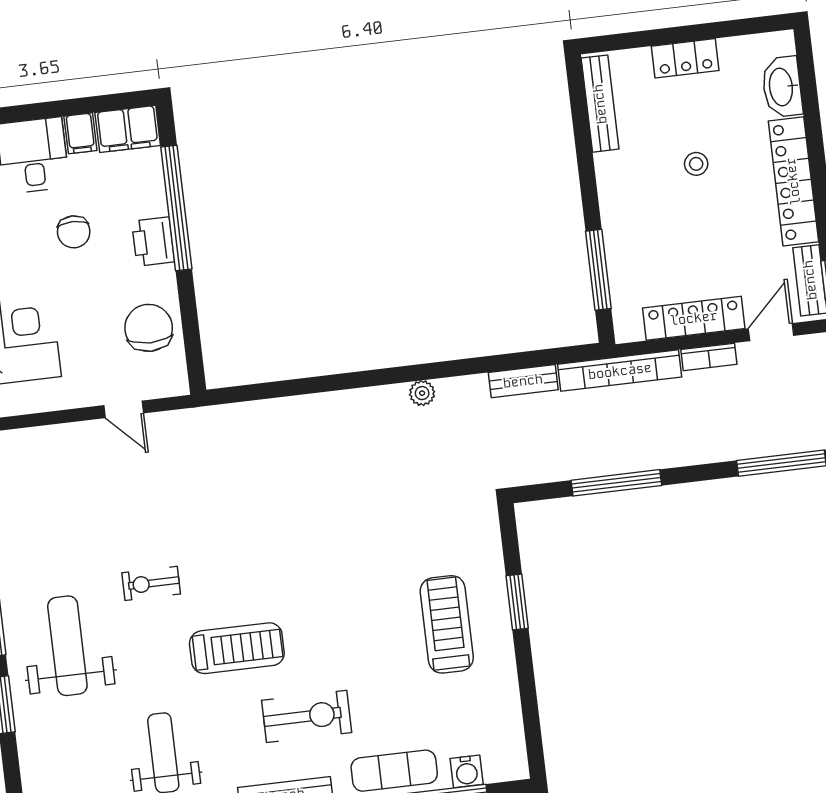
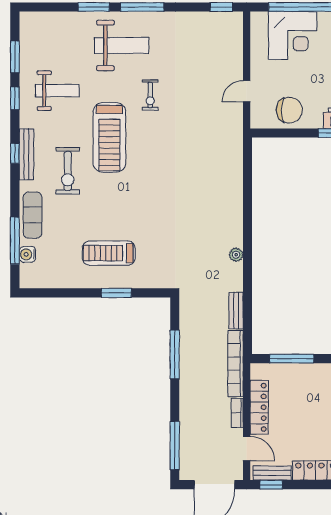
exercise bike: (151, 583) -> (150, 95), turned 180
treadmill: (447, 624) -> (109, 253), turned 180
treadmill: (237, 648) -> (109, 137), width x1.37, depth x1.38

